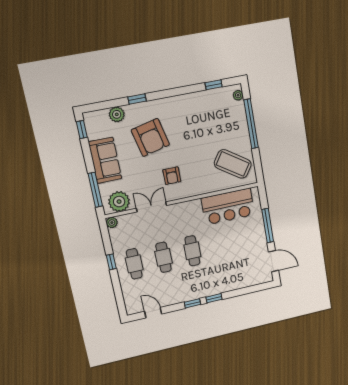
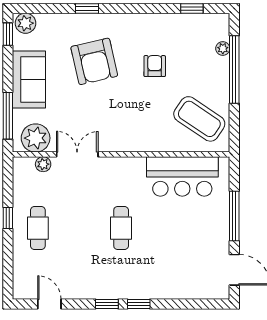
plant: (238, 95) -> (223, 49), moved
plant: (117, 114) -> (25, 23), moved
armchair: (172, 176) -> (155, 66), moved, turned 180
plant: (112, 223) -> (43, 164), moved
cafe table: (164, 257) -> (79, 228), removed

